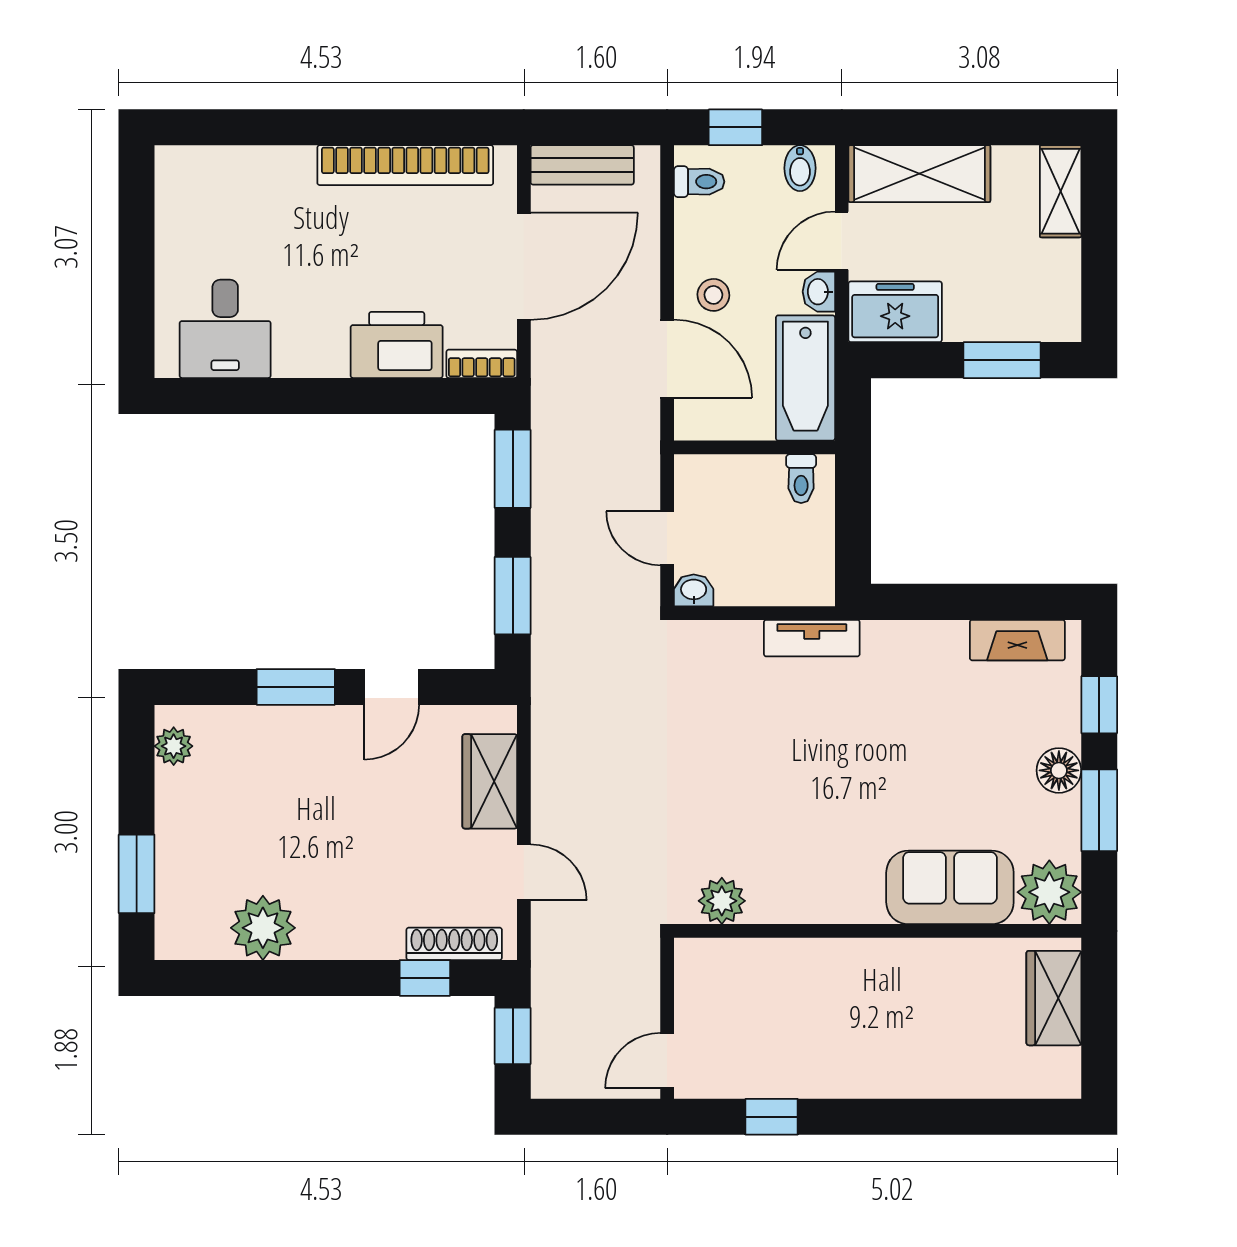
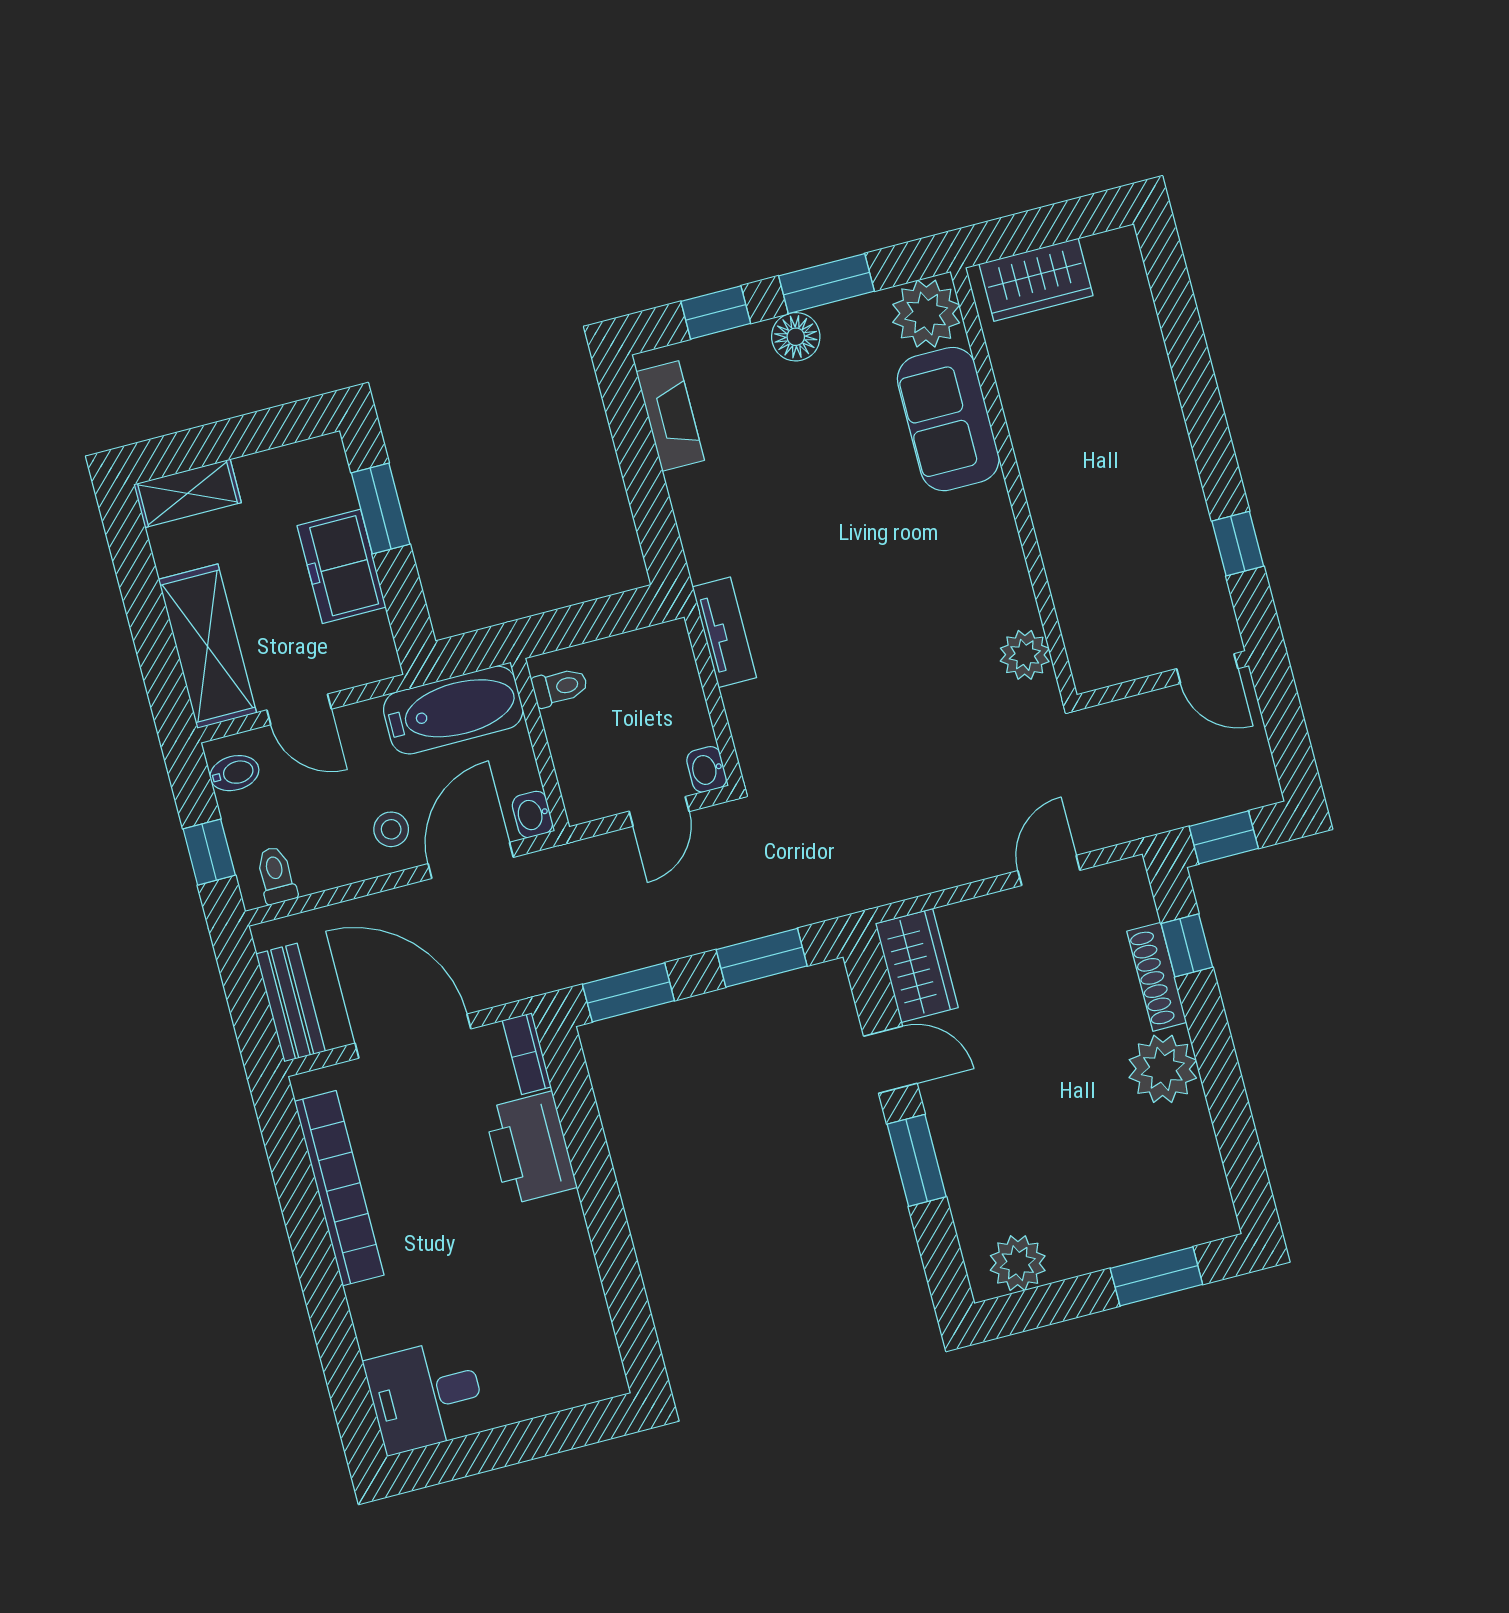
washbasin: (819, 292) -> (532, 814), moved, turned 90
freezer: (895, 312) -> (342, 566), moved
desk: (225, 329) -> (426, 1396), moved, turned 180
plant: (174, 746) -> (1018, 1263), width x1.38, depth x1.38
wardrobe: (490, 781) -> (917, 966), moved, turned -90
plant: (263, 928) -> (1163, 1069), moved
shoe rack: (454, 944) -> (1157, 977), moved

